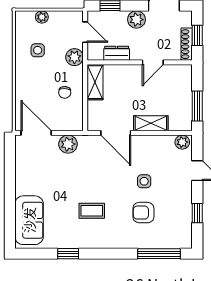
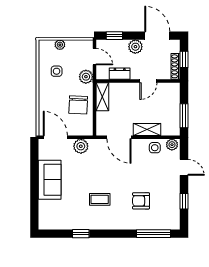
chair: (65, 92) -> (78, 105), width x1.87, depth x1.87
side table: (144, 181) -> (155, 148), moved
sofa: (29, 220) -> (50, 180), moved

